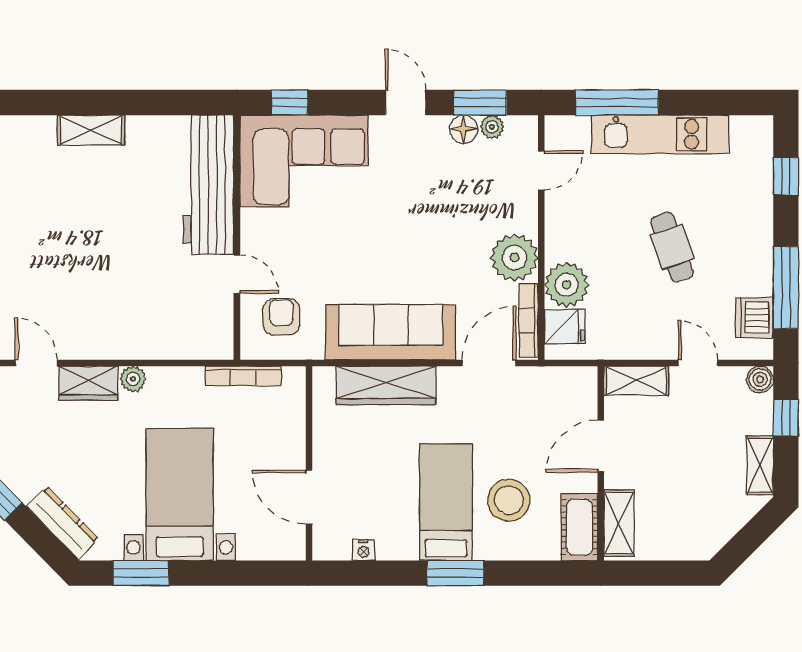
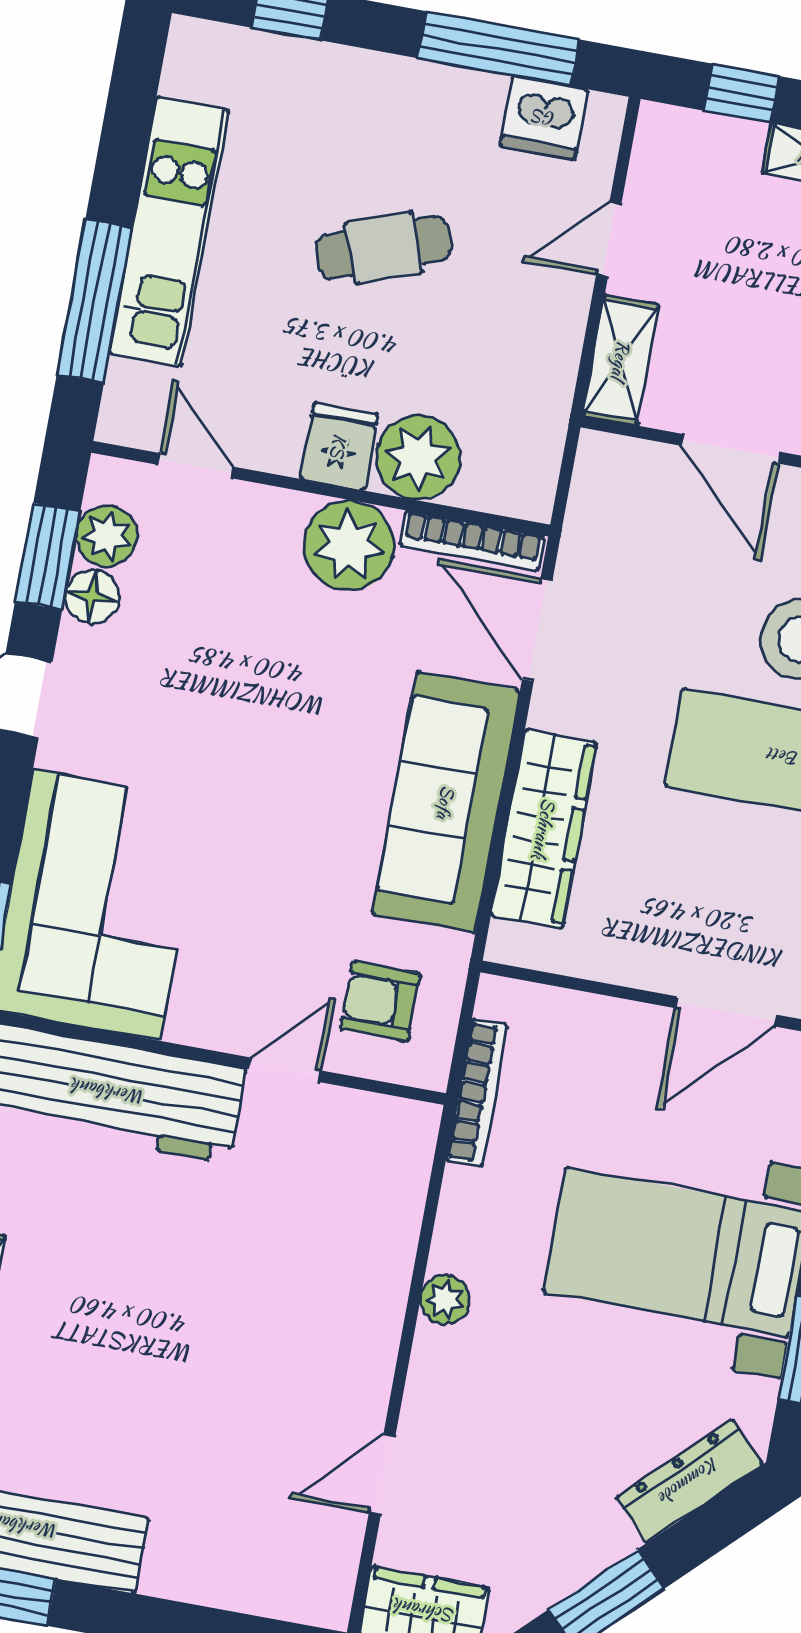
plant: (492, 127) -> (107, 536), width x1.38, depth x1.38
fridge: (565, 327) -> (339, 446), moved
boiler: (760, 379) -> (661, 129), removed
wardrobe: (88, 383) -> (438, 1385), removed

